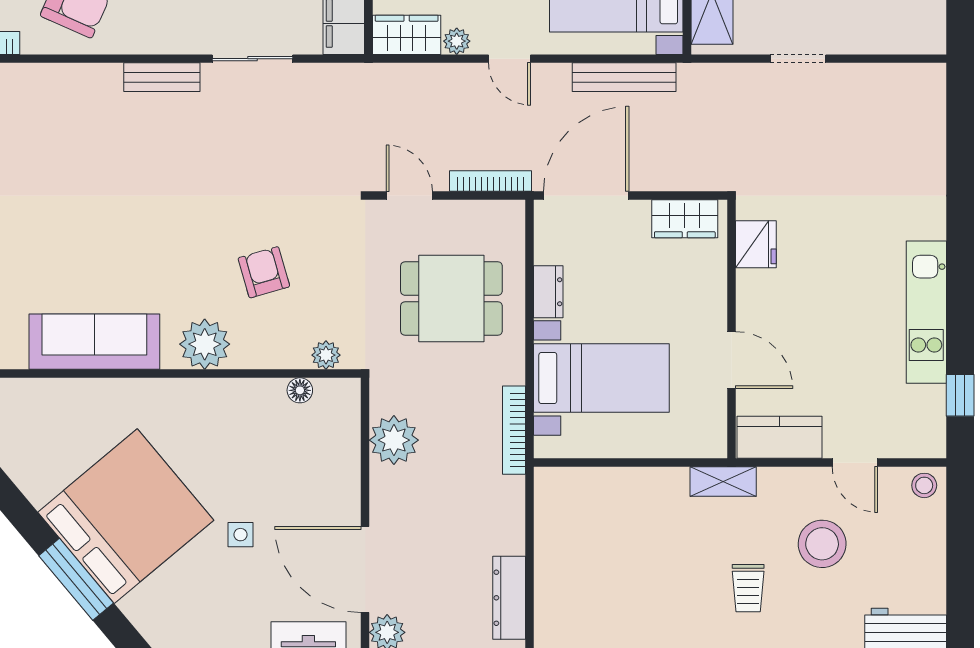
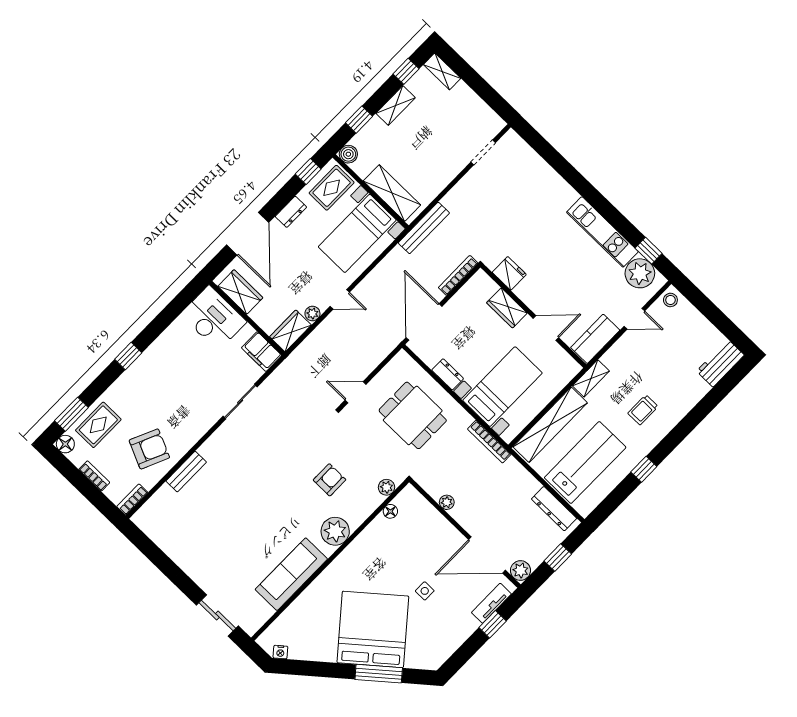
doorway: (798, 59) -> (483, 152), moved
bench: (162, 77) -> (186, 472), moved
bench: (624, 77) -> (424, 228), moved
bookcase: (491, 181) -> (458, 275), moved
wardrobe: (685, 219) -> (507, 308), moved, turned 90
armchair: (264, 272) -> (330, 480), turned 106
dining table: (451, 299) -> (413, 415), turned 90
plant: (920, 413) -> (640, 273), added
plant: (394, 440) -> (447, 502), width x0.53, depth x0.53
shelving: (612, 487) -> (550, 425), added
stool: (822, 544) -> (654, 363), removed
lab bench: (608, 580) -> (585, 462), added
trolley: (748, 588) -> (643, 410), turned 90

